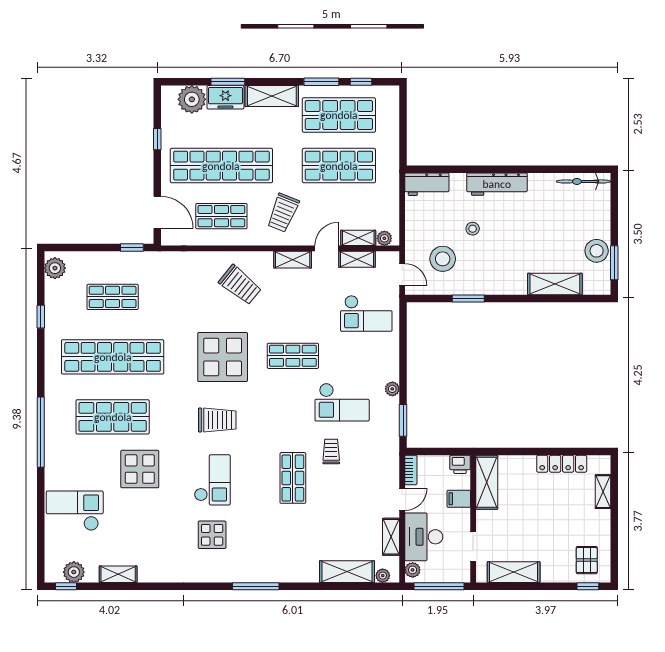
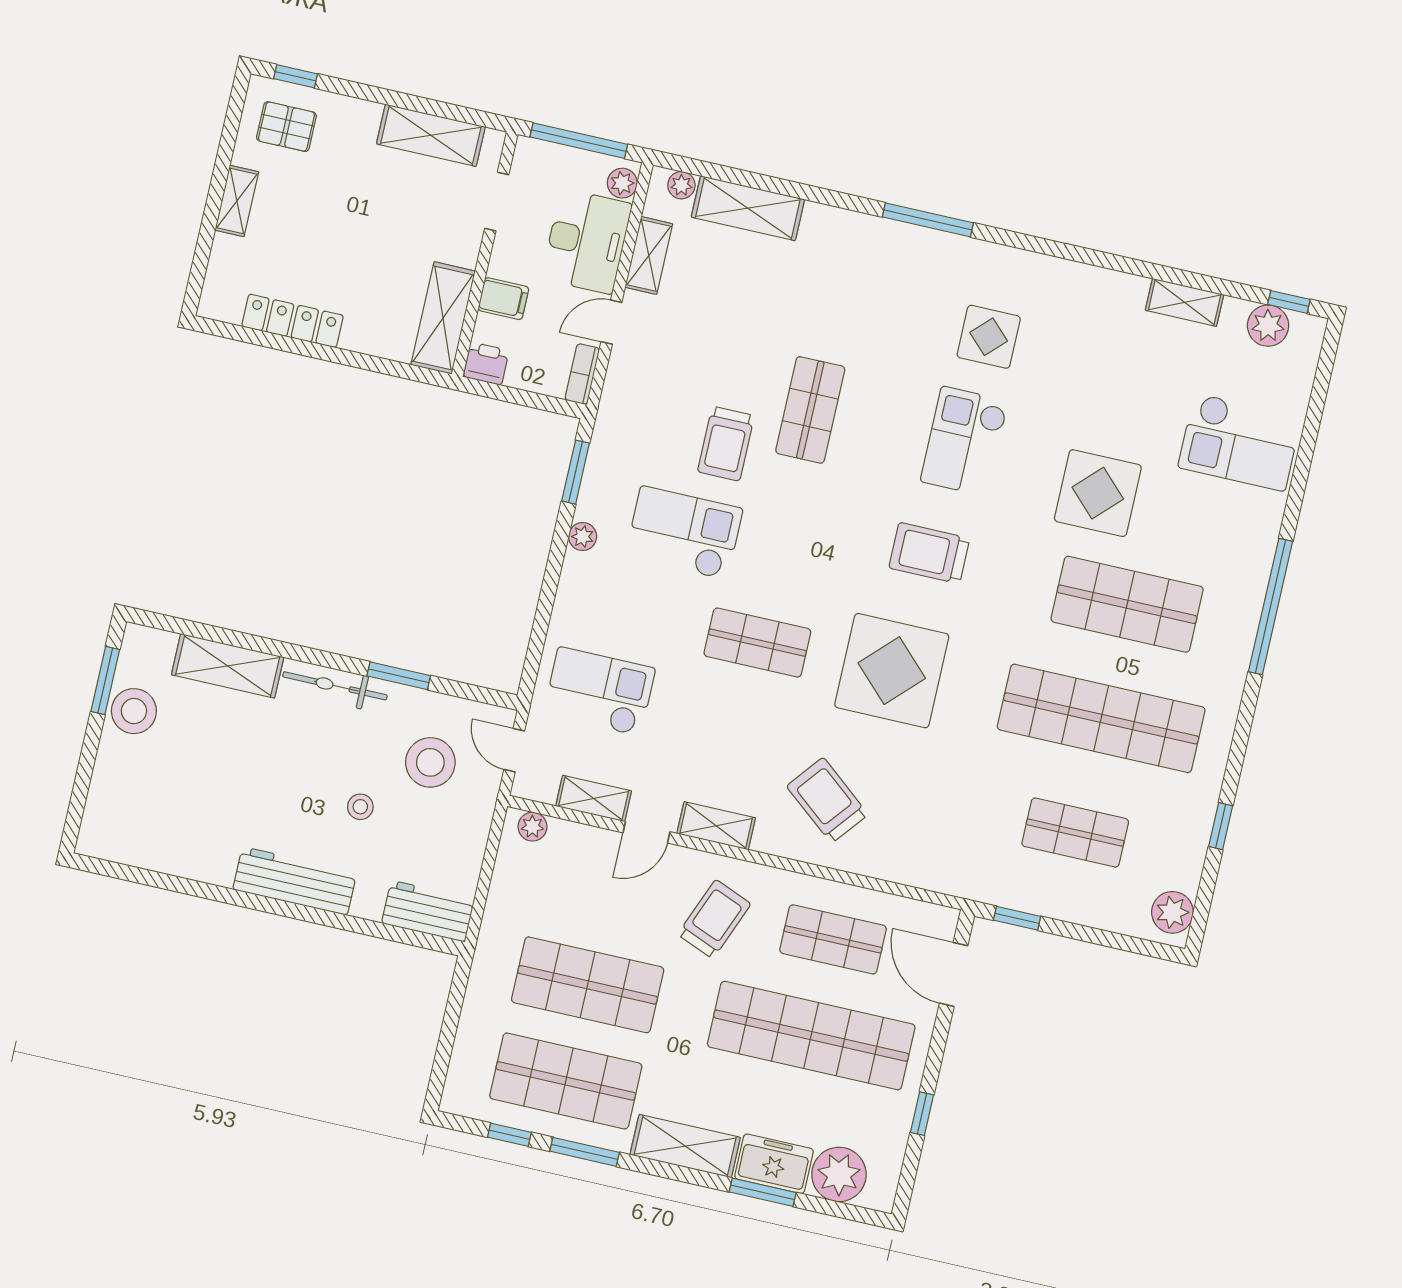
bicycle: (583, 181) -> (335, 686), moved, turned 180
shelving: (358, 238) -> (582, 839), removed
trolley: (331, 452) -> (726, 444), width x1.36, depth x1.39
shelving: (603, 492) -> (237, 201), moved
pallet: (587, 560) -> (286, 127), turned 90

